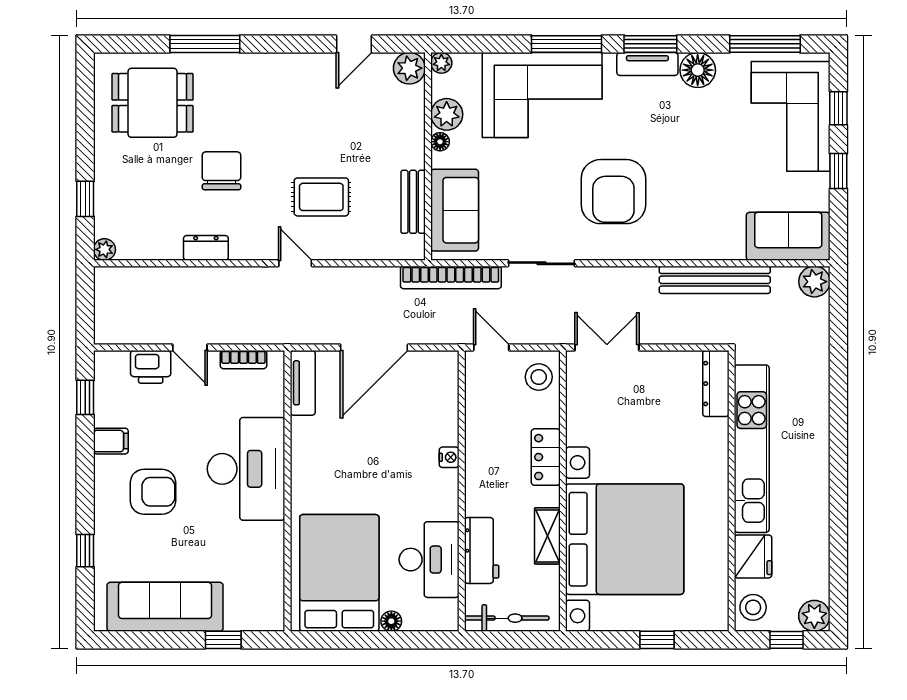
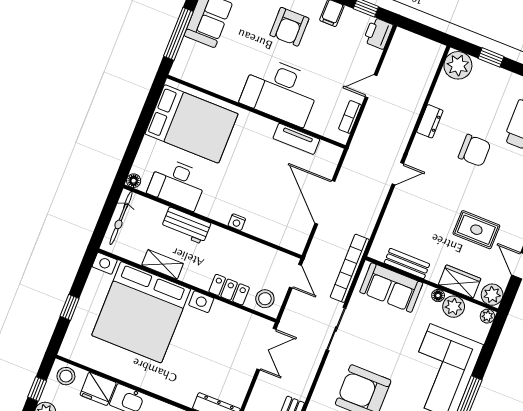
wardrobe: (409, 120) -> (460, 282), added
rug: (321, 197) -> (476, 230), moved, turned 90
plant: (104, 249) -> (458, 65), width x1.88, depth x1.88
door: (491, 348) -> (295, 276), hinge flipped
printer: (151, 367) -> (378, 33), moved
tv unit: (303, 383) -> (296, 139), moved
locker: (546, 457) -> (229, 290), moved
workbench: (482, 550) -> (186, 226), moved
floor lamp: (391, 621) -> (134, 181), moved
window: (223, 640) -> (178, 34), width x2.17

